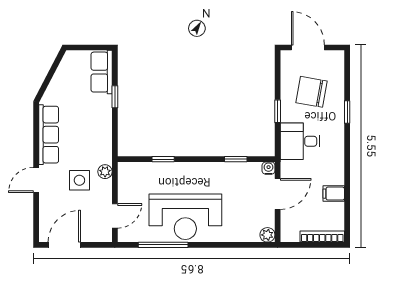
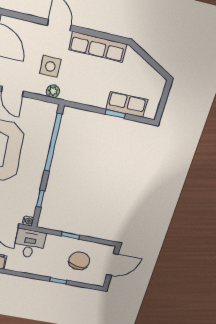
row of seats: (102, 72) -> (127, 104), moved
desk: (300, 141) -> (30, 244), moved
window: (163, 159) -> (53, 143), width x3.17

